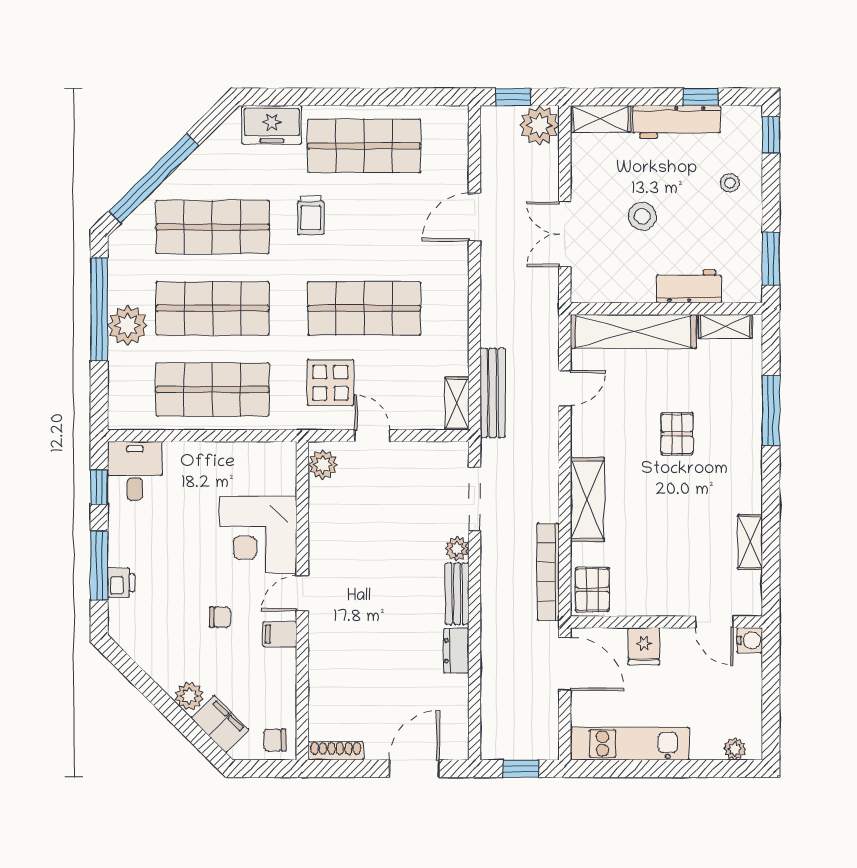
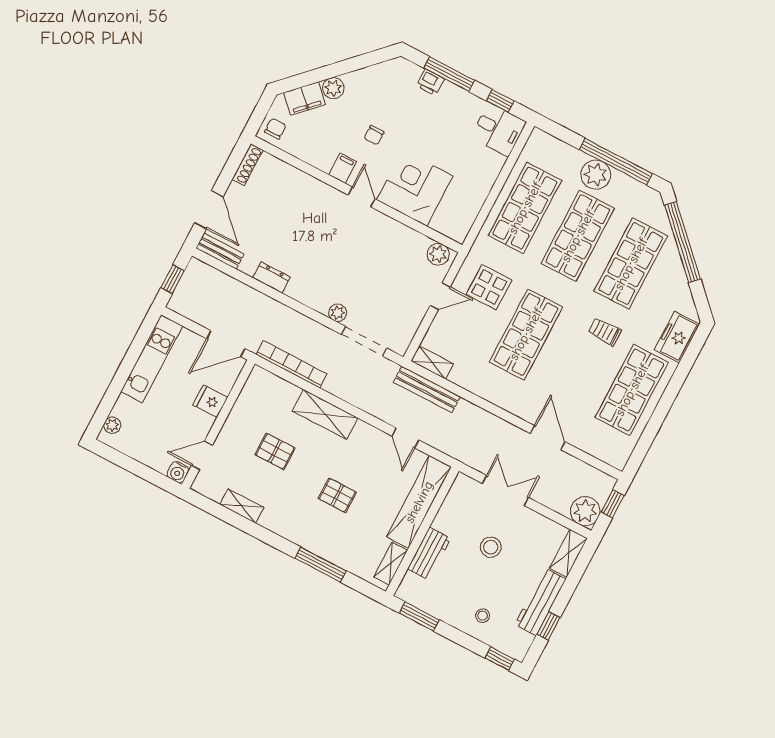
pallet: (592, 590) -> (275, 451), moved
bench: (457, 594) -> (220, 251), moved

